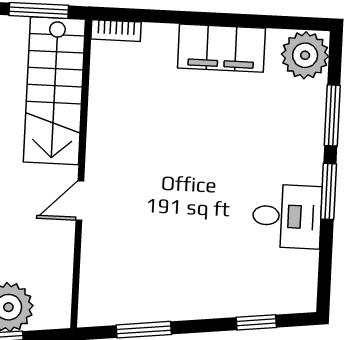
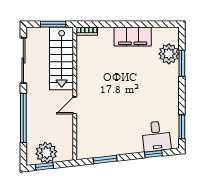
plant: (305, 55) -> (169, 54), moved
window: (329, 191) -> (182, 127), moved
desk: (287, 216) -> (156, 136), moved, turned 83

